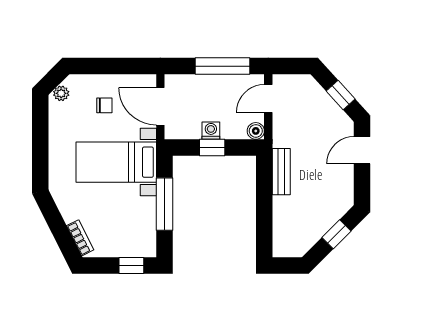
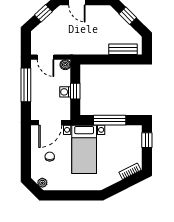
bench: (281, 172) -> (123, 49), moved

